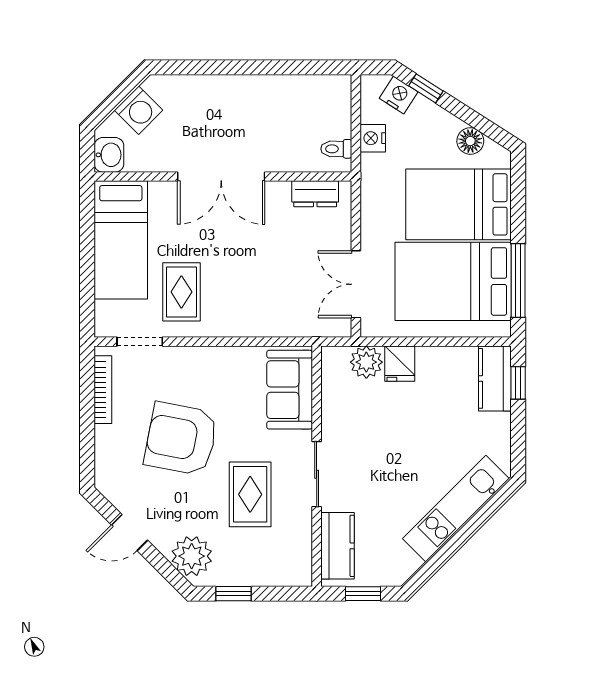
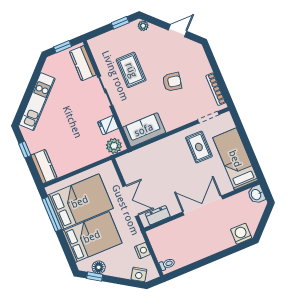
window: (426, 88) -> (95, 277), moved
washing machine: (139, 110) -> (241, 234), moved, turned 45
toilet: (336, 149) -> (167, 264), moved
double door: (356, 284) -> (131, 201), moved
plant: (366, 362) -> (114, 146), moved
fridge: (400, 364) -> (108, 125), moved, turned -90
window: (518, 383) -> (25, 150), moved
sofa: (290, 390) -> (144, 130), moved, turned -90
armchair: (181, 439) -> (172, 82), width x0.53, depth x0.53
plant: (192, 556) -> (143, 26), width x0.53, depth x0.53

